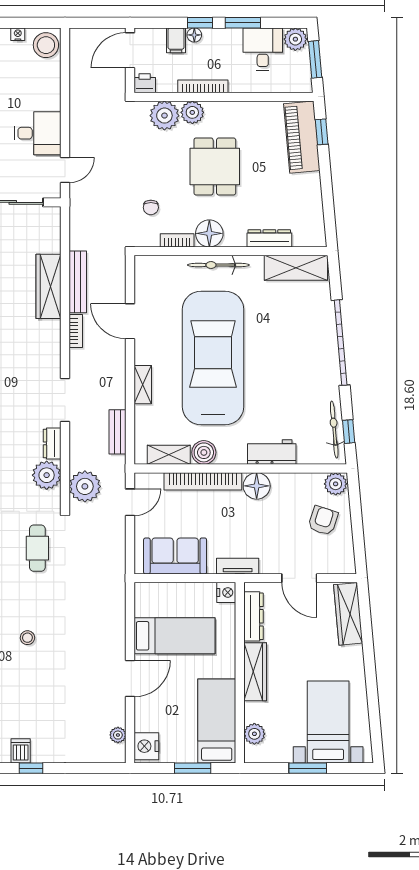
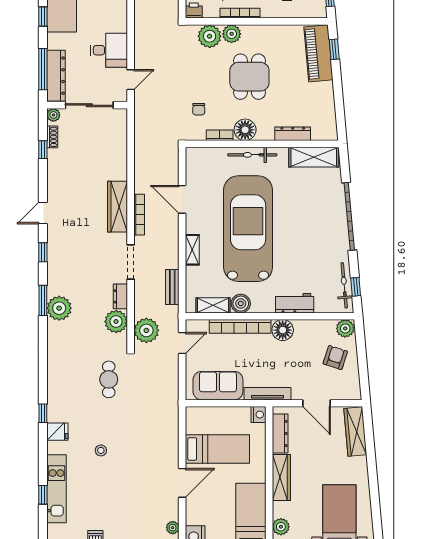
bench: (78, 282) -> (141, 168), removed
wardrobe: (48, 286) -> (118, 207), moved
bookcase: (76, 331) -> (139, 215), width x1.56
tv unit: (238, 566) -> (268, 394), width x1.41

